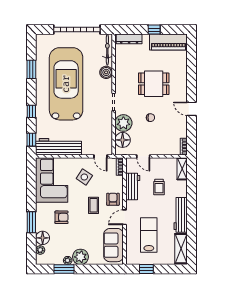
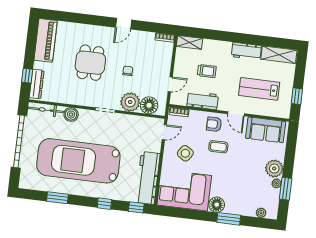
window: (154, 30) -> (27, 76), moved
workbench: (181, 215) -> (246, 51), width x0.73
armchair: (62, 217) -> (227, 184), removed
floor lamp: (43, 238) -> (217, 205), moved

